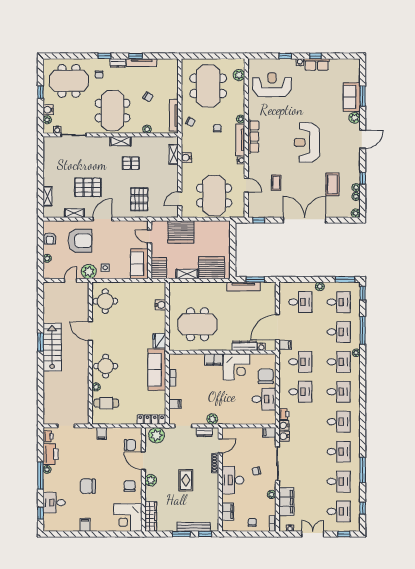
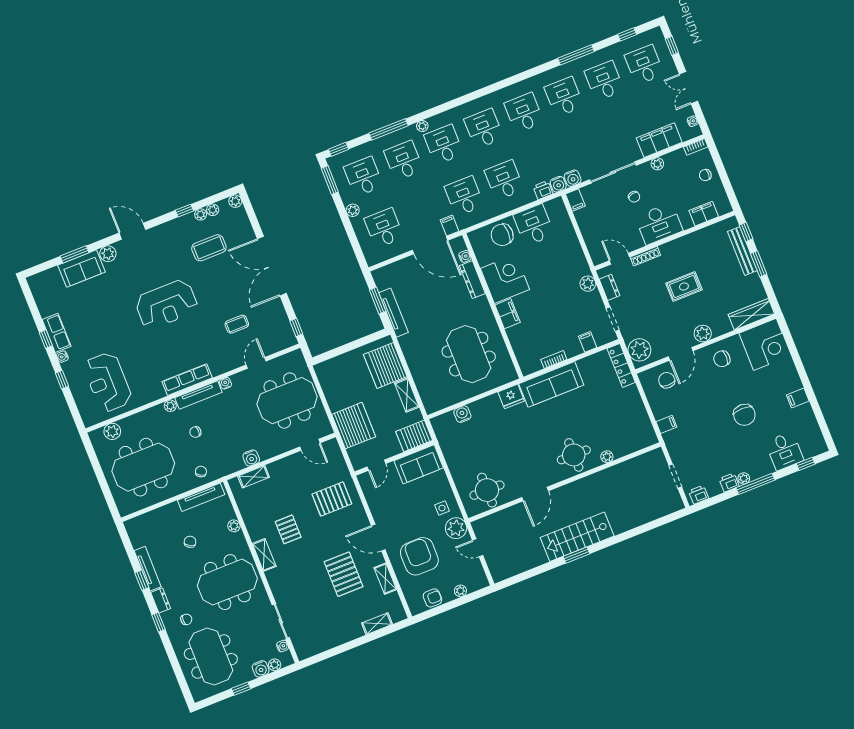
cafe table: (106, 403) -> (623, 434), removed
printer: (51, 454) -> (729, 482), width x0.53, depth x0.68

